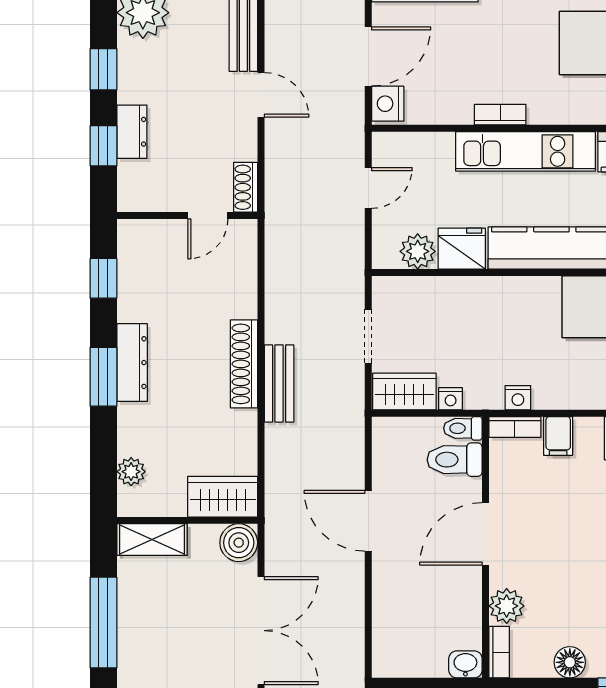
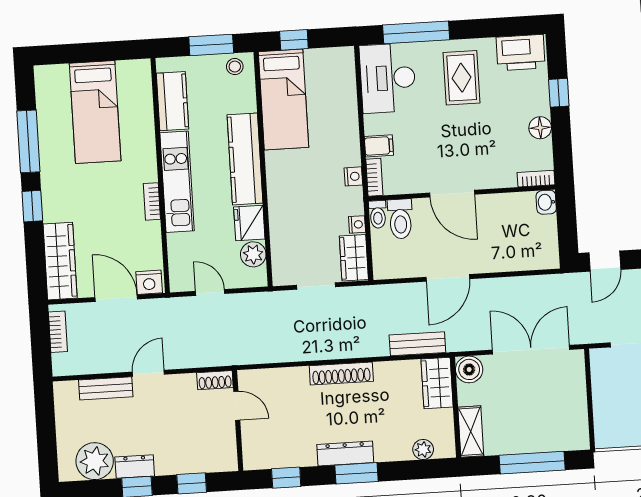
dresser: (132, 132) -> (135, 467), moved
bench: (279, 383) -> (417, 344), moved
plant: (507, 606) -> (503, 175), removed

